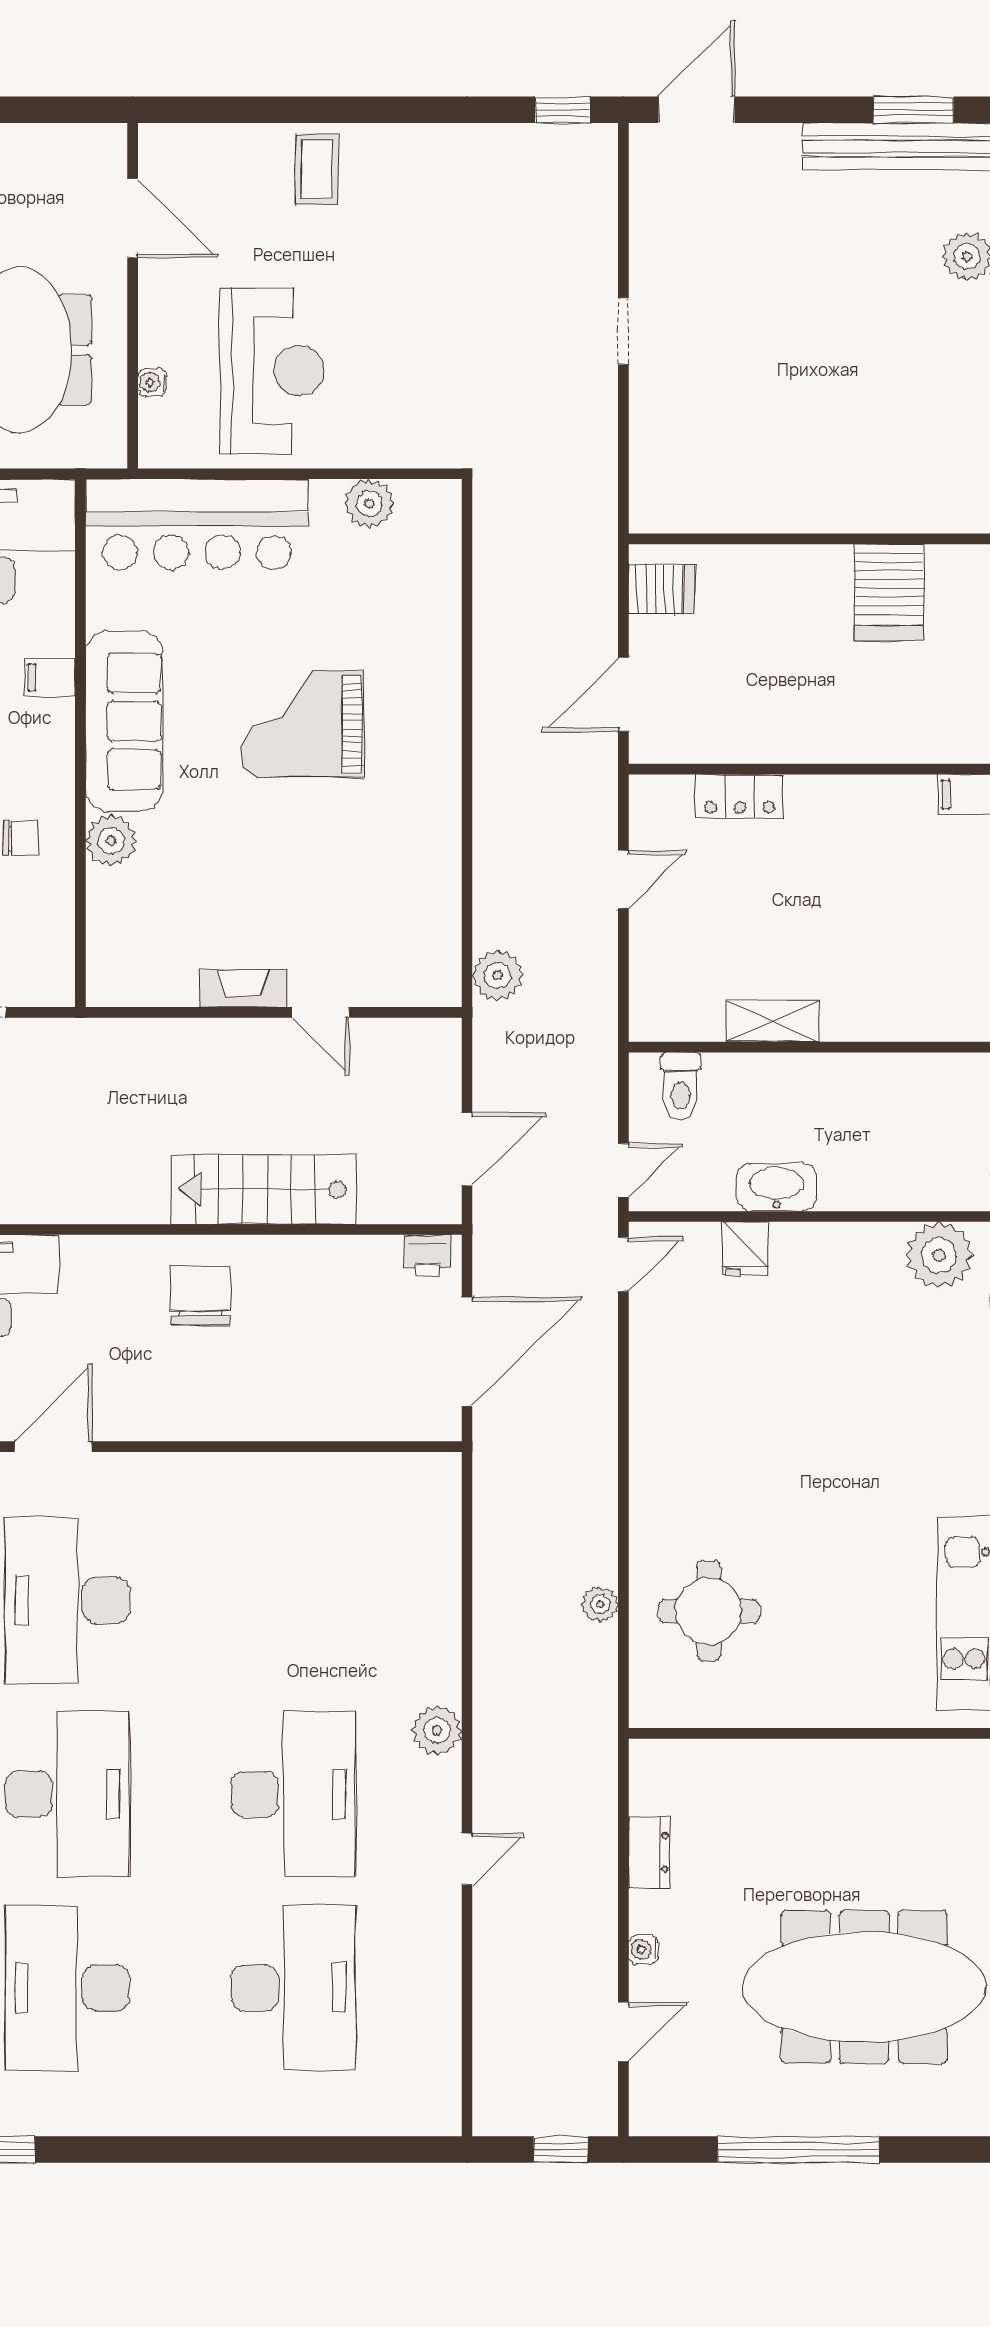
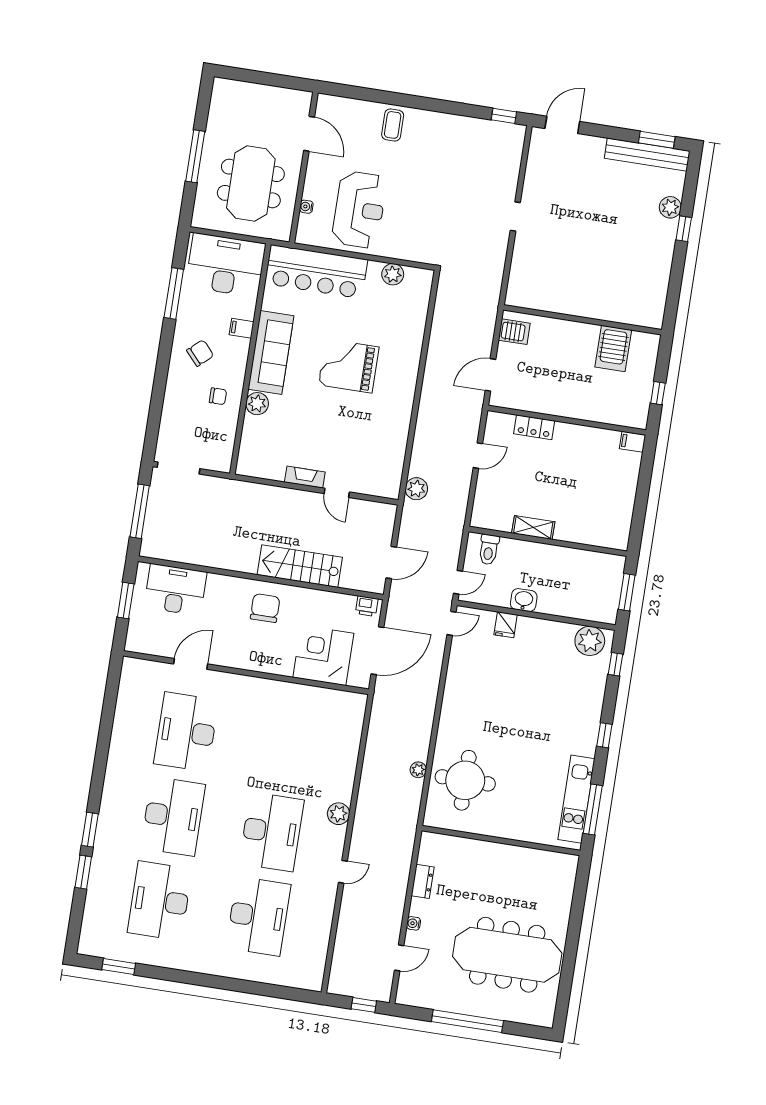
washbasin: (777, 1187) -> (524, 600), width x0.72
corner desk: (347, 1381) -> (323, 655), added
round table: (709, 1611) -> (465, 780), width x1.36, depth x1.36

